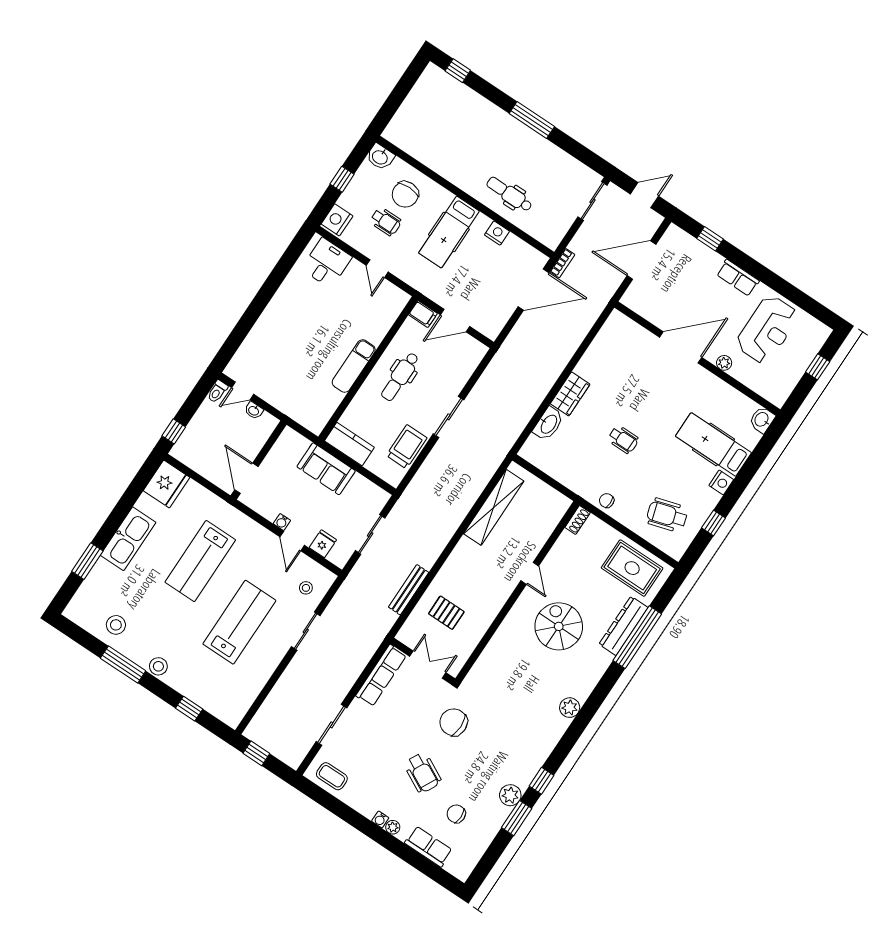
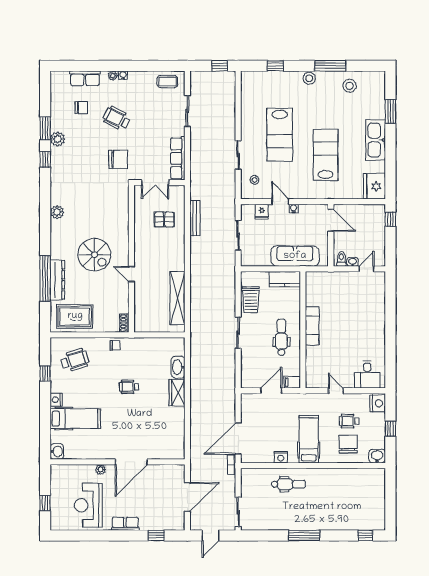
toilet: (217, 391) -> (341, 259), moved
sofa: (326, 469) -> (295, 256), width x1.36

